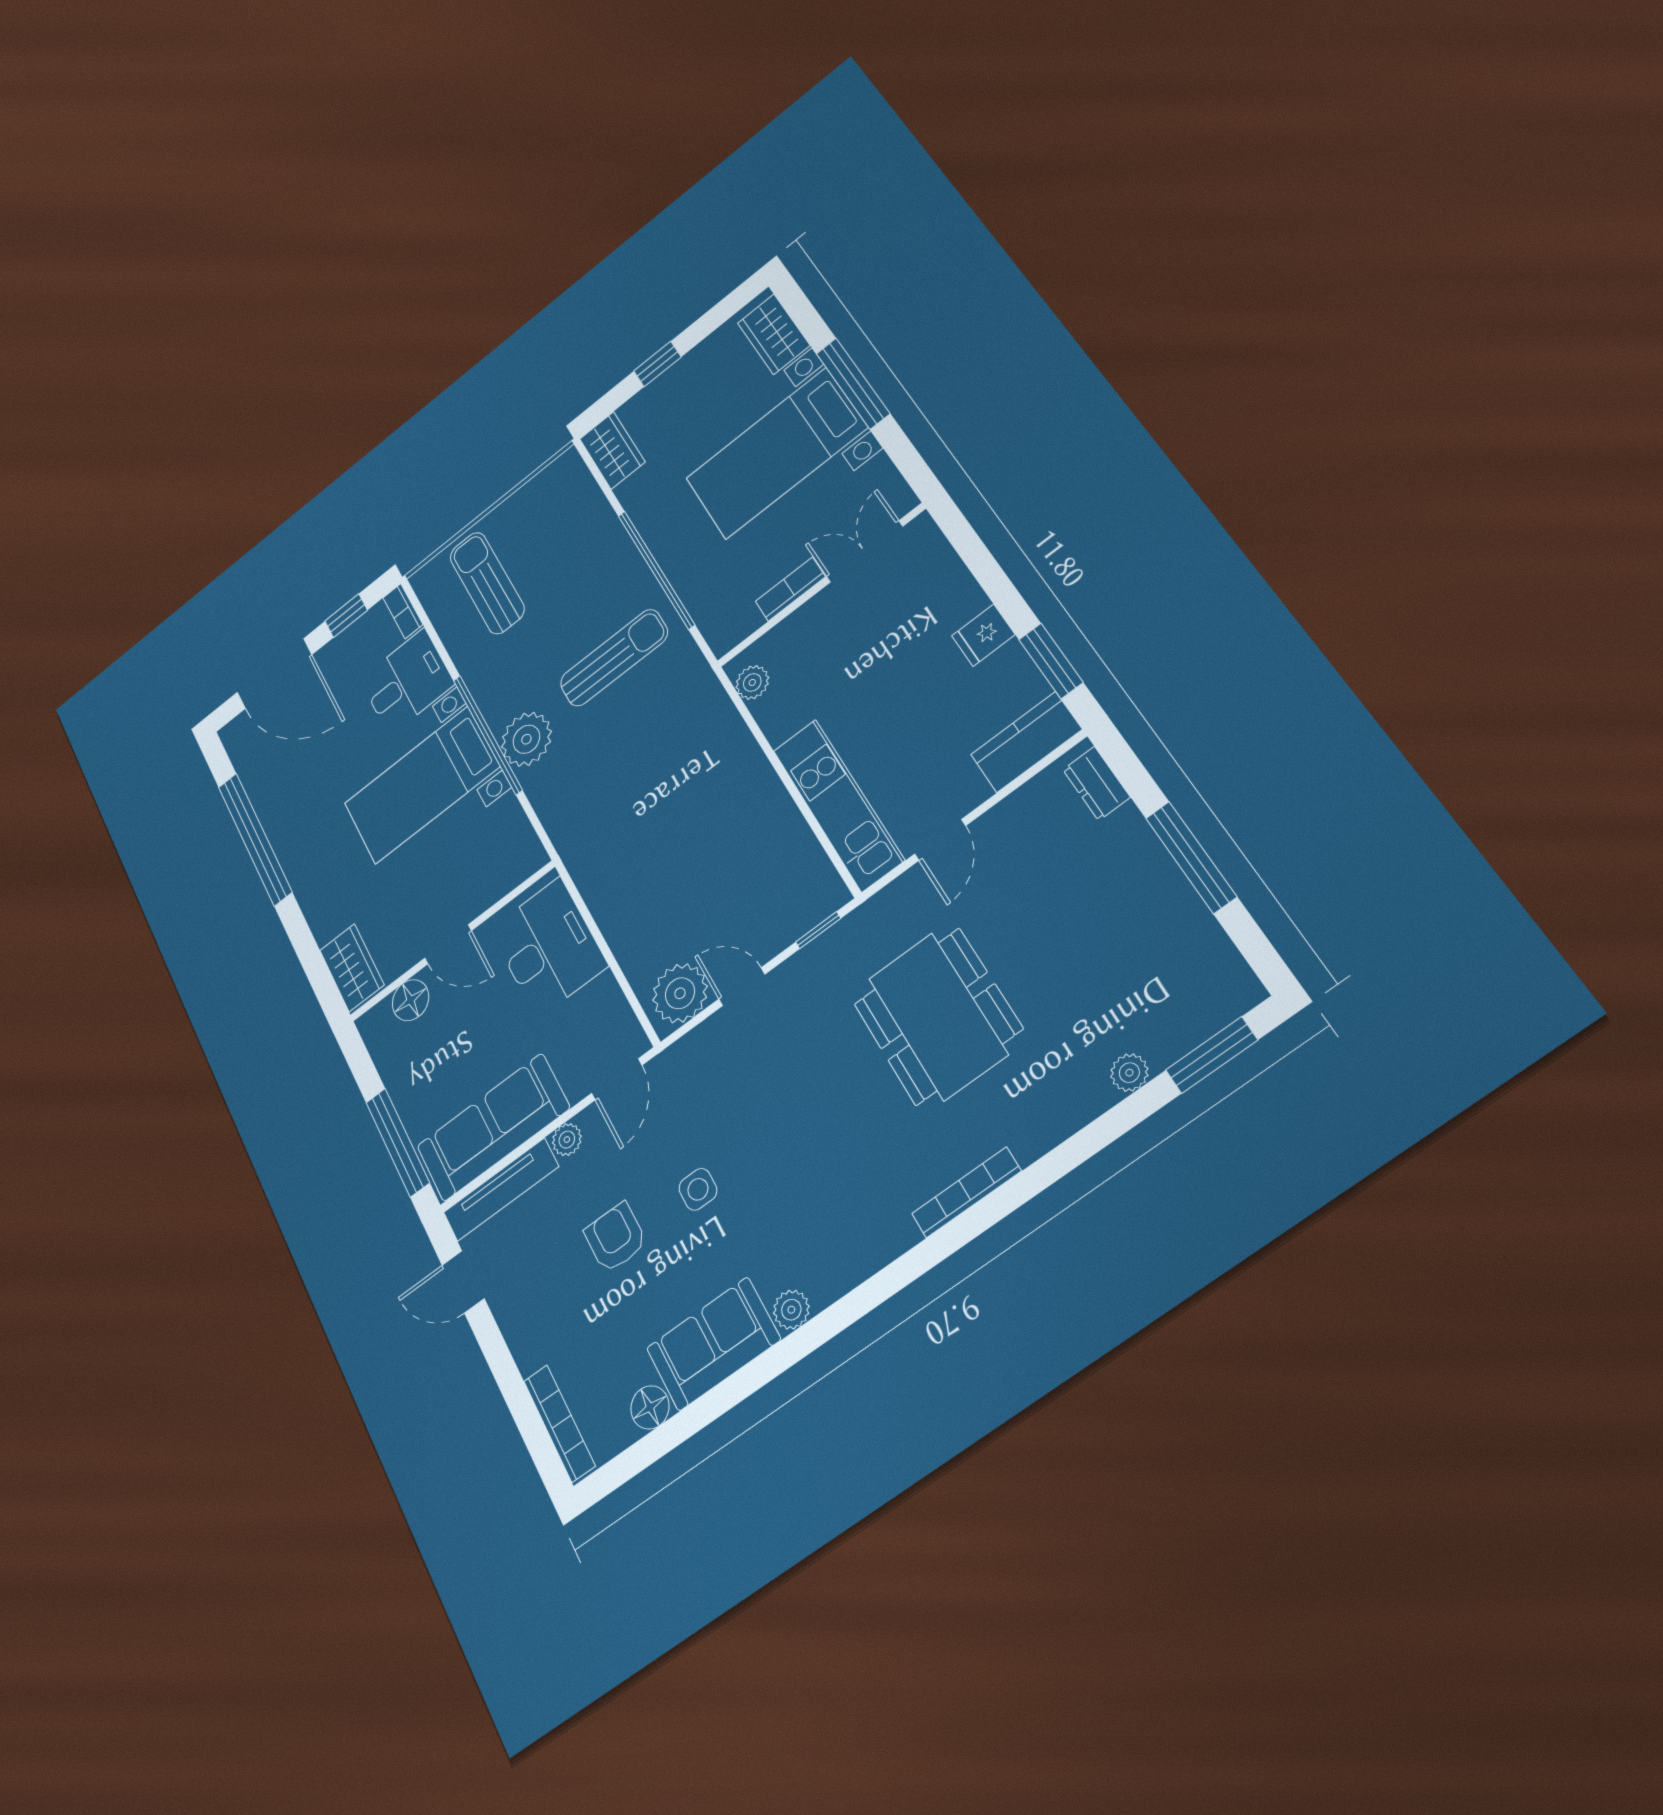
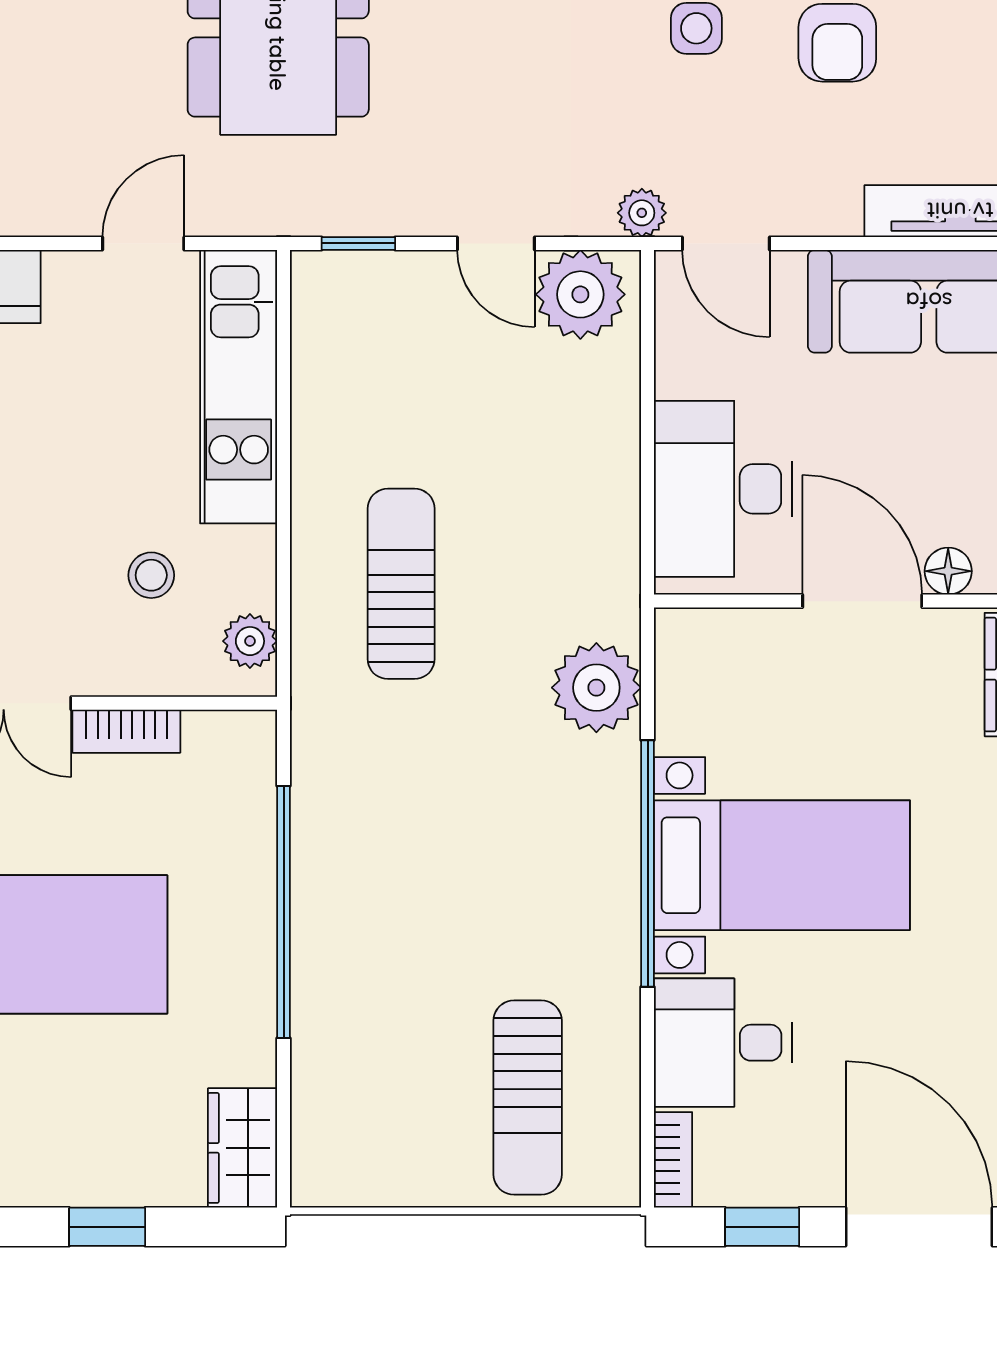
sun lounger: (614, 658) -> (401, 584), moved, turned 90
stool: (826, 674) -> (151, 575), added
plant: (526, 739) -> (596, 688), moved
door: (448, 944) -> (862, 601), width x1.38
floor lamp: (411, 1000) -> (948, 571), width x0.73, depth x0.73
door: (617, 1079) -> (726, 243), swing flipped
plant: (567, 1140) -> (642, 213), moved

